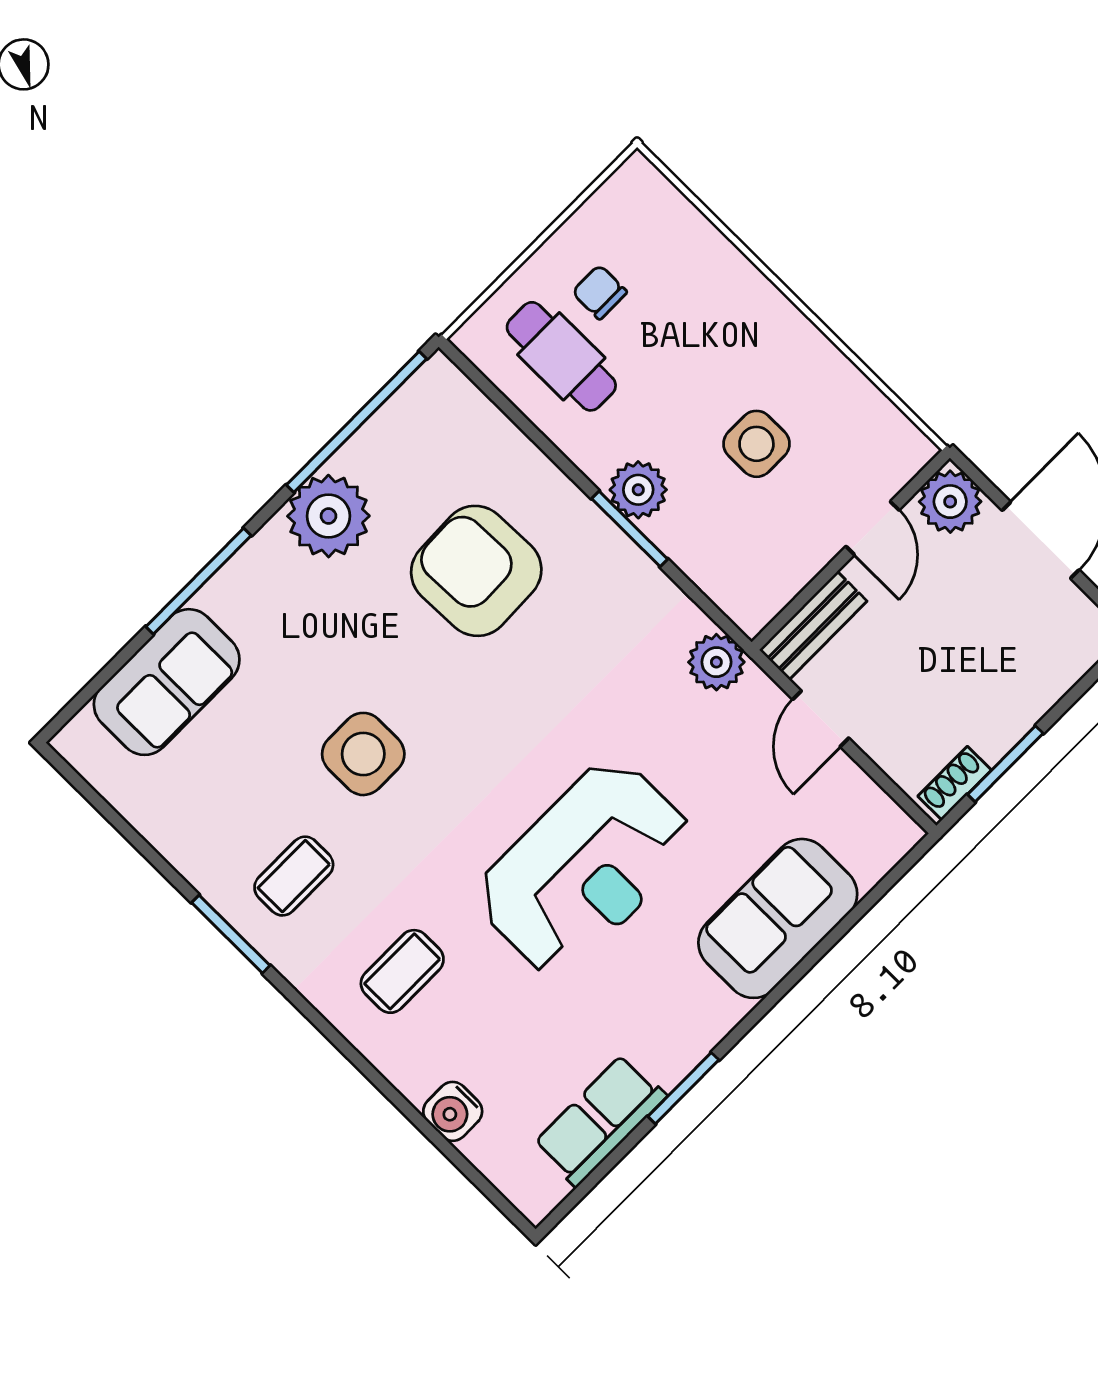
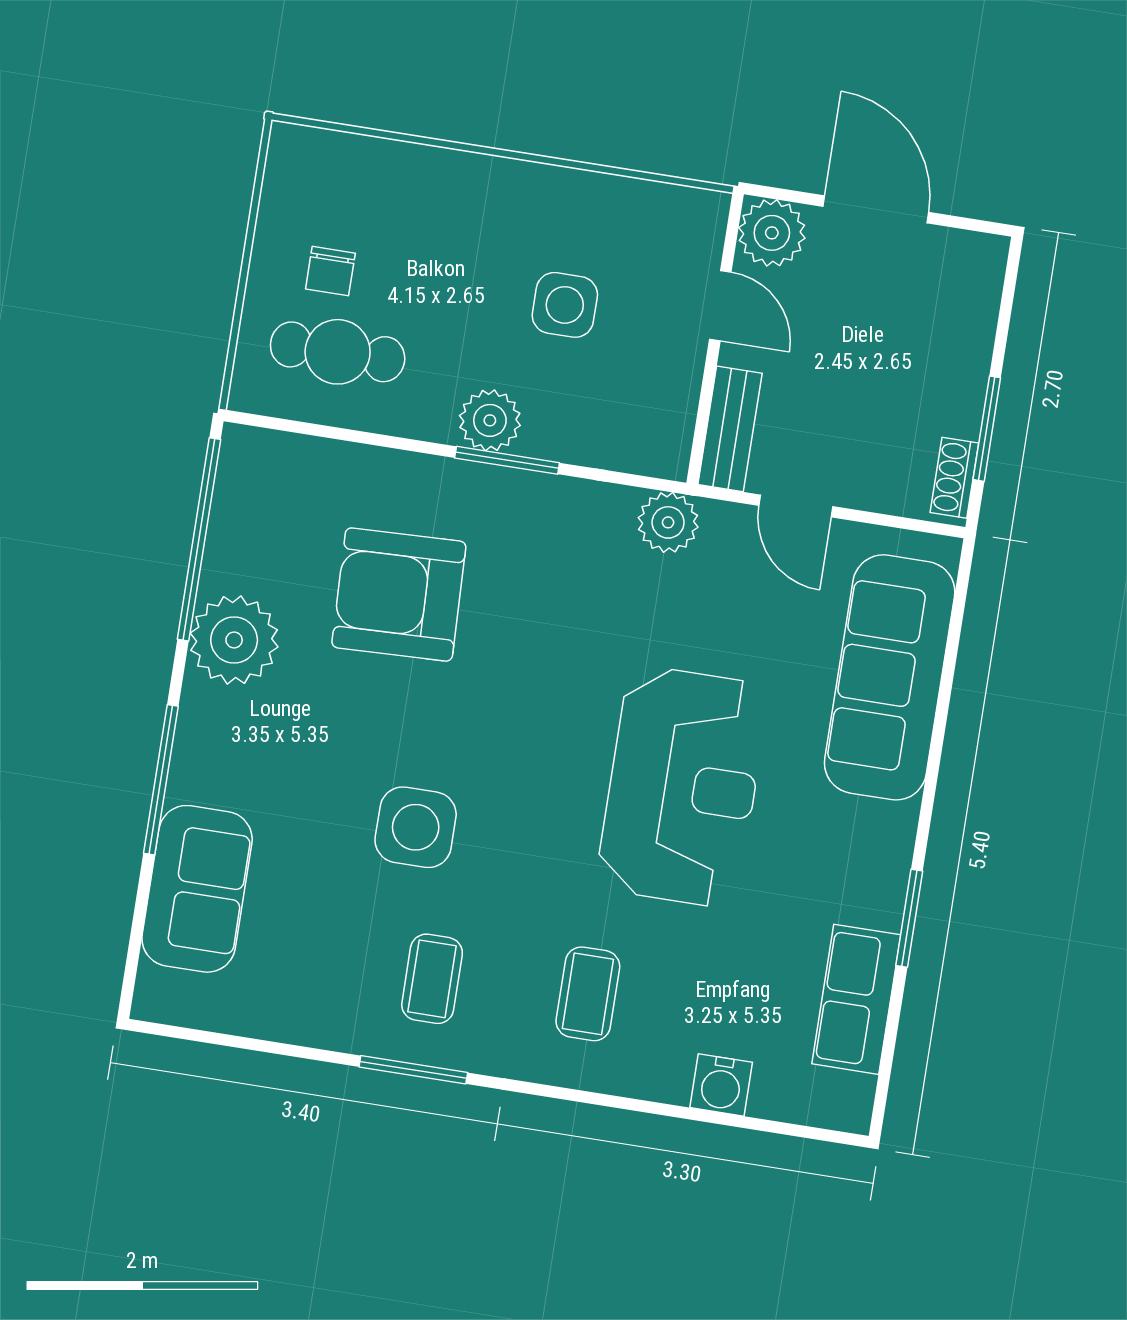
chair: (599, 292) -> (330, 271), turned -90
sofa: (778, 918) -> (890, 677), width x1.36

